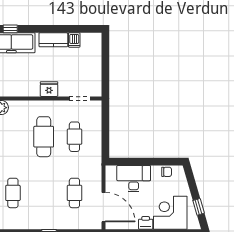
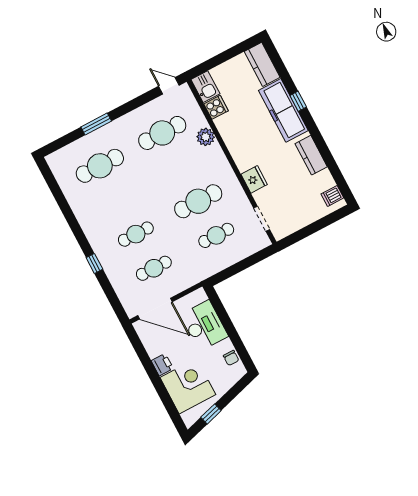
dishwasher: (74, 40) -> (332, 196), moved
cafe table: (13, 193) -> (136, 234), moved
door: (103, 207) -> (155, 309), hinge flipped

